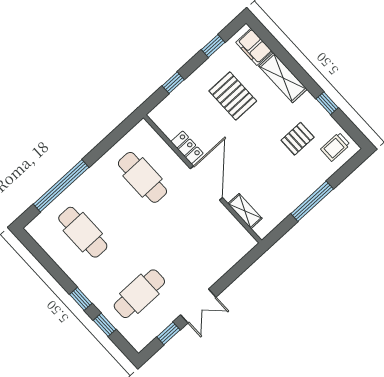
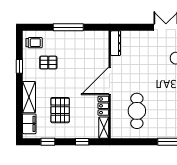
shelving: (245, 211) -> (104, 128), moved
dresser: (240, 233) -> (116, 43), added

